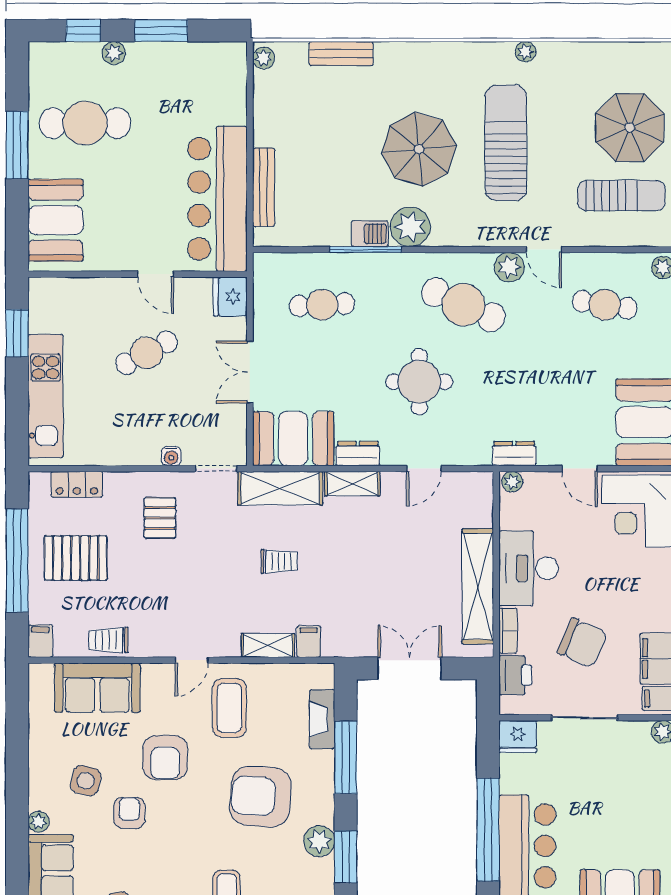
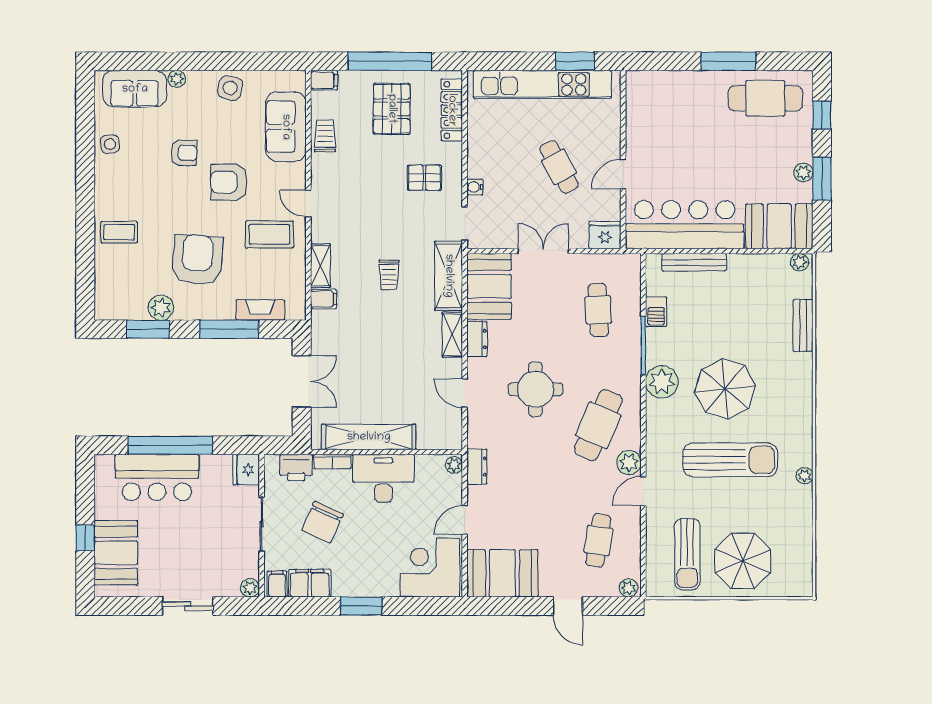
plant: (114, 53) -> (803, 172), moved
cafe table: (85, 123) -> (765, 98), moved, turned 90
booth: (56, 220) -> (779, 226), moved
barbecue: (370, 234) -> (656, 312), moved
kitchen unit: (46, 396) -> (542, 84), width x1.36
locker: (77, 484) -> (452, 110), width x1.53
side table: (86, 781) -> (230, 88), moved

